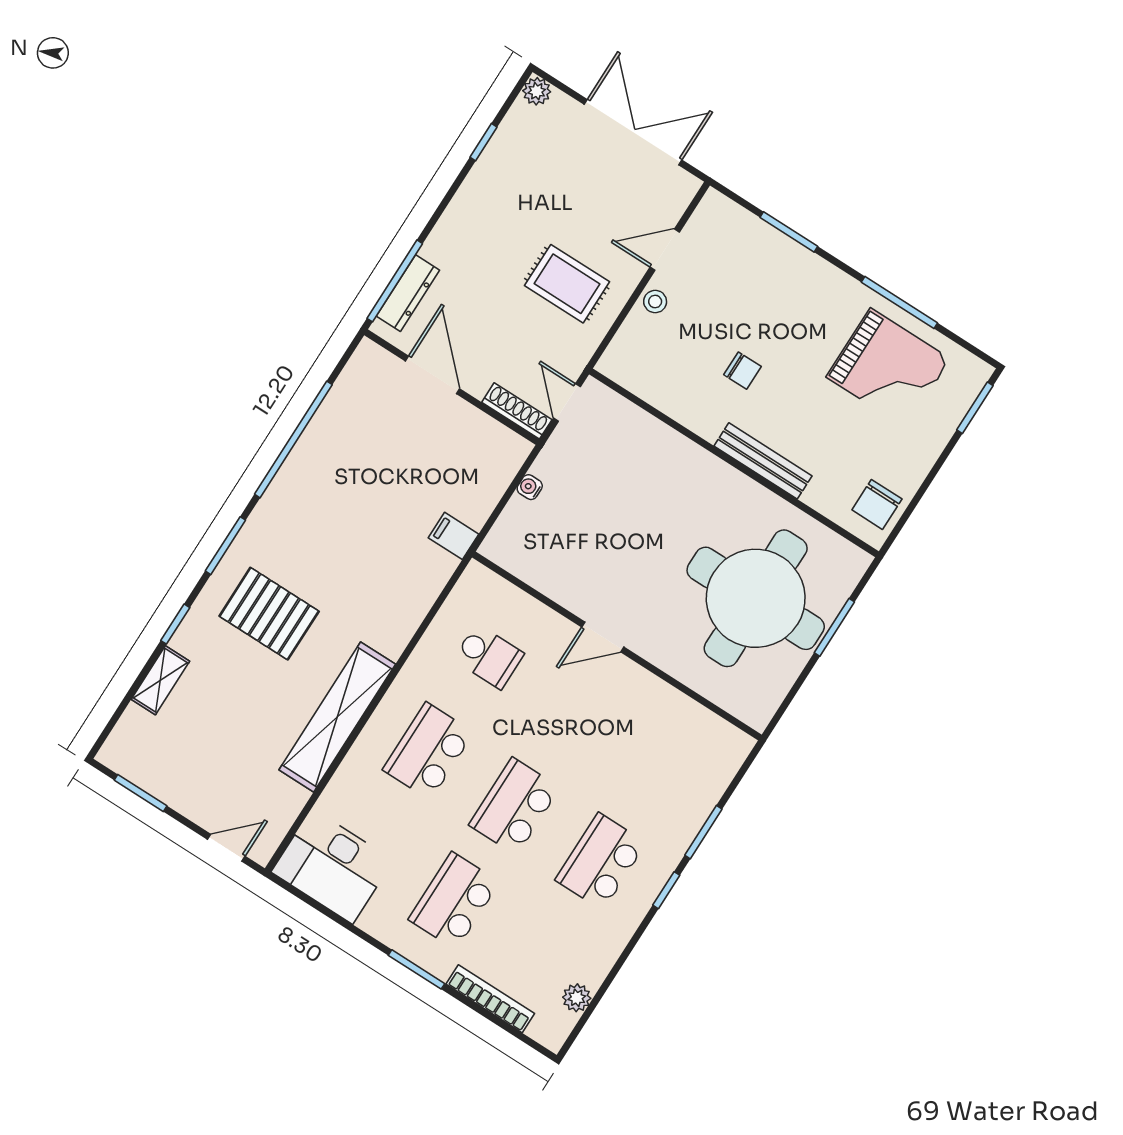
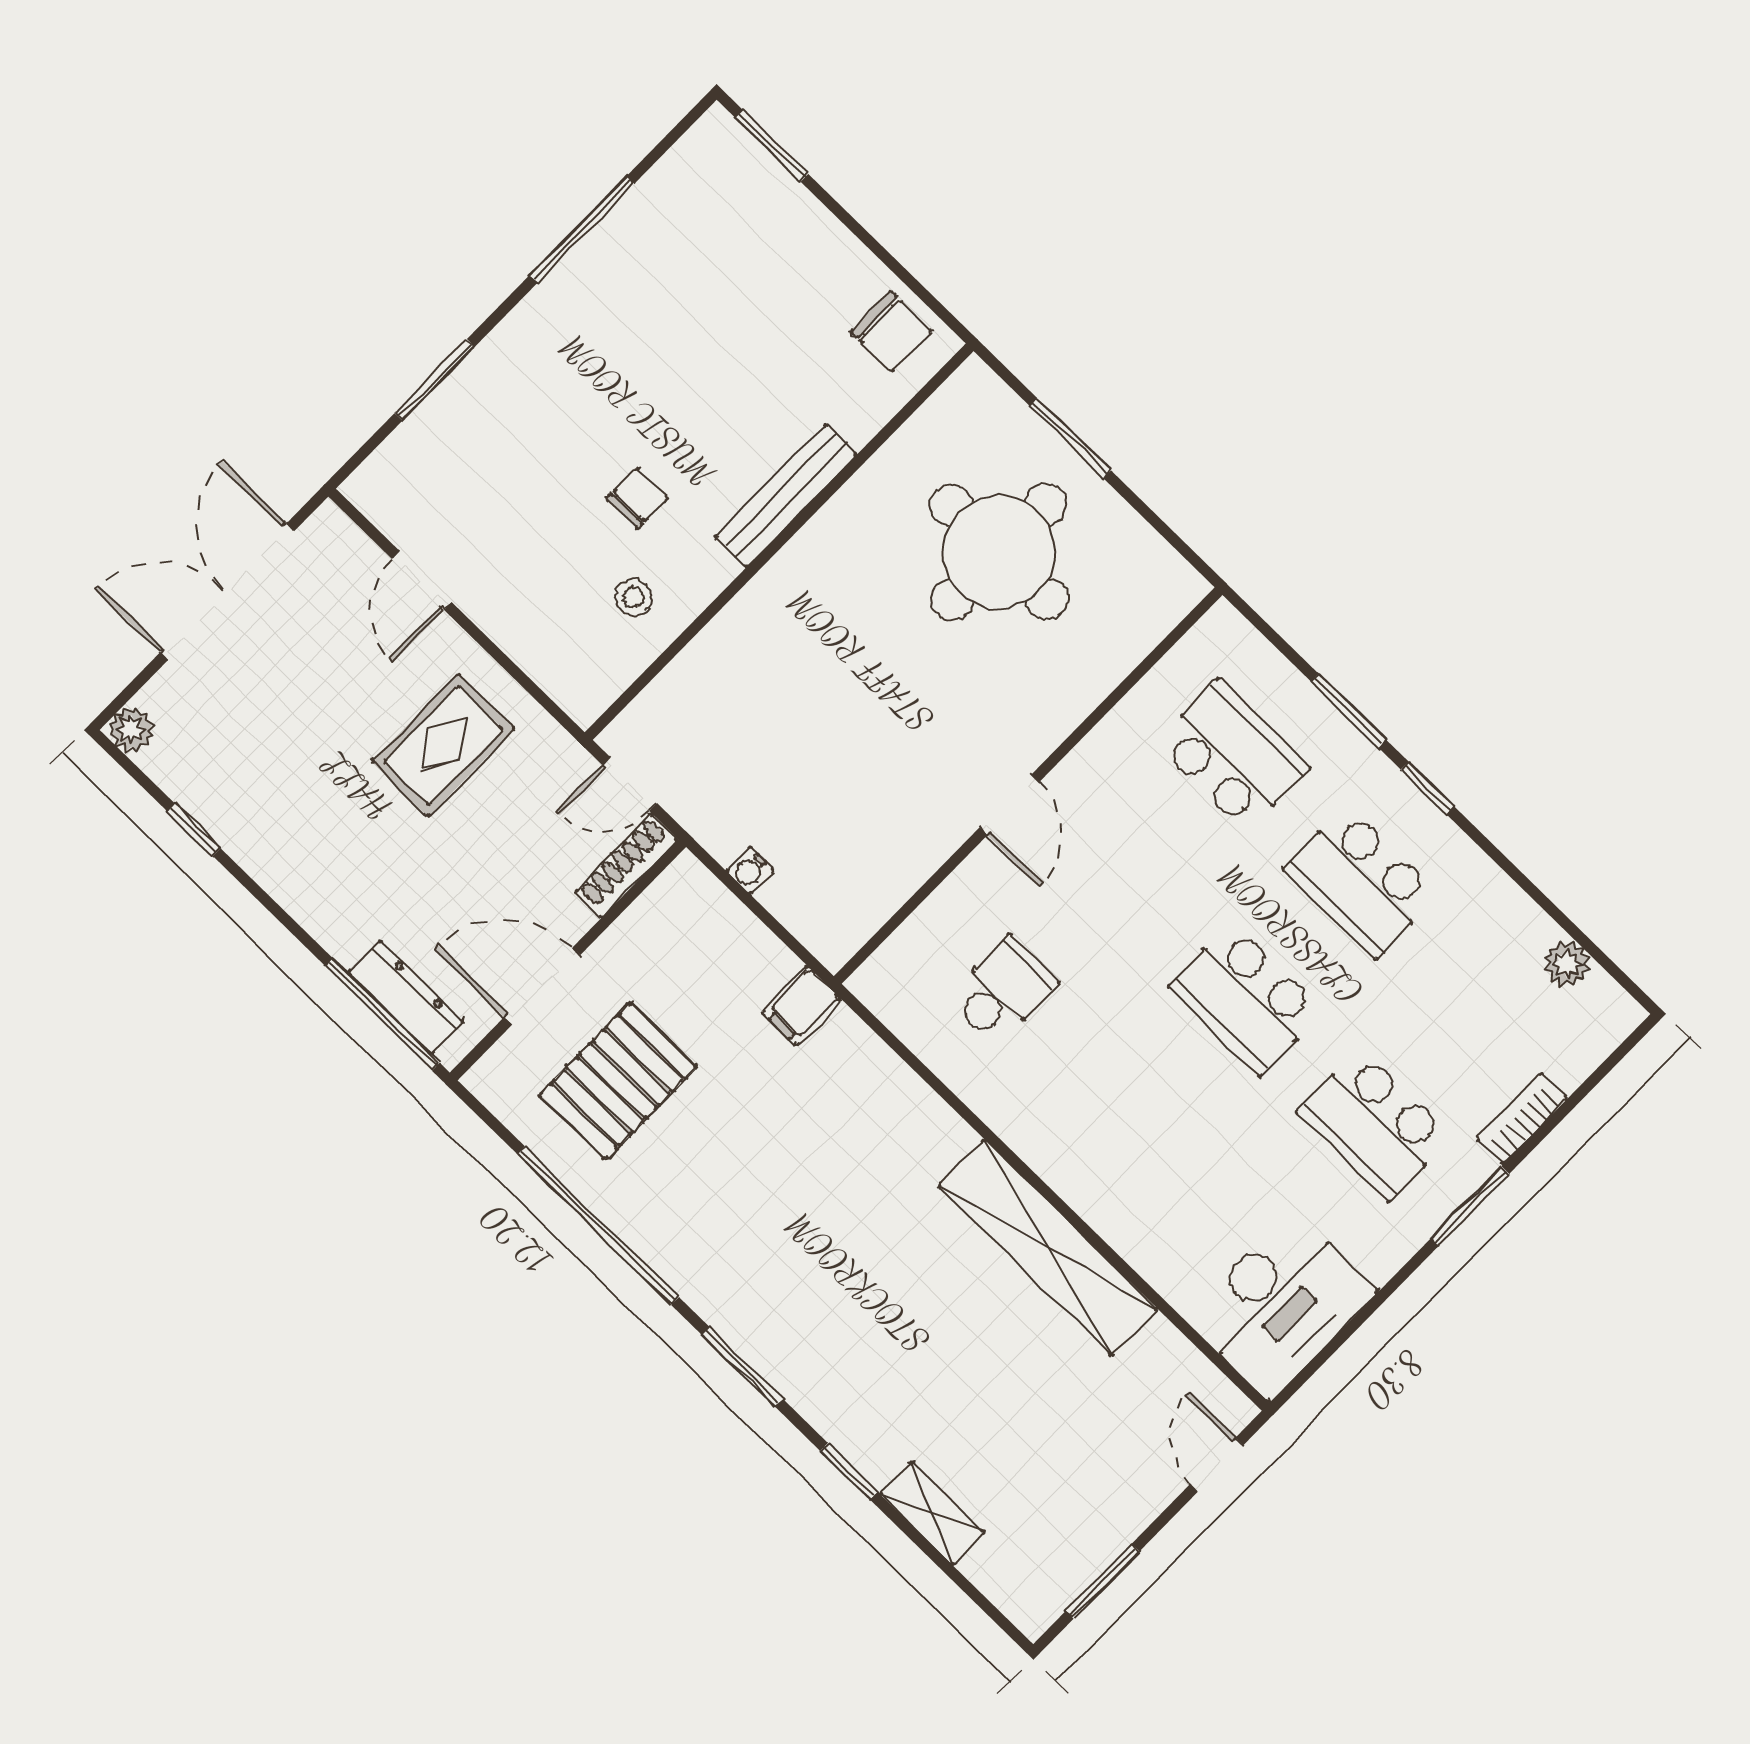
stool: (655, 302) -> (633, 597), moved
grand piano: (888, 368) -> (681, 269), removed
round table: (756, 598) -> (999, 552), width x0.73, depth x0.73
pallet: (269, 614) -> (618, 1081), moved
school desk: (428, 751) -> (1232, 756), moved, turned 180
bookcase: (490, 999) -> (1522, 1119), width x0.64

